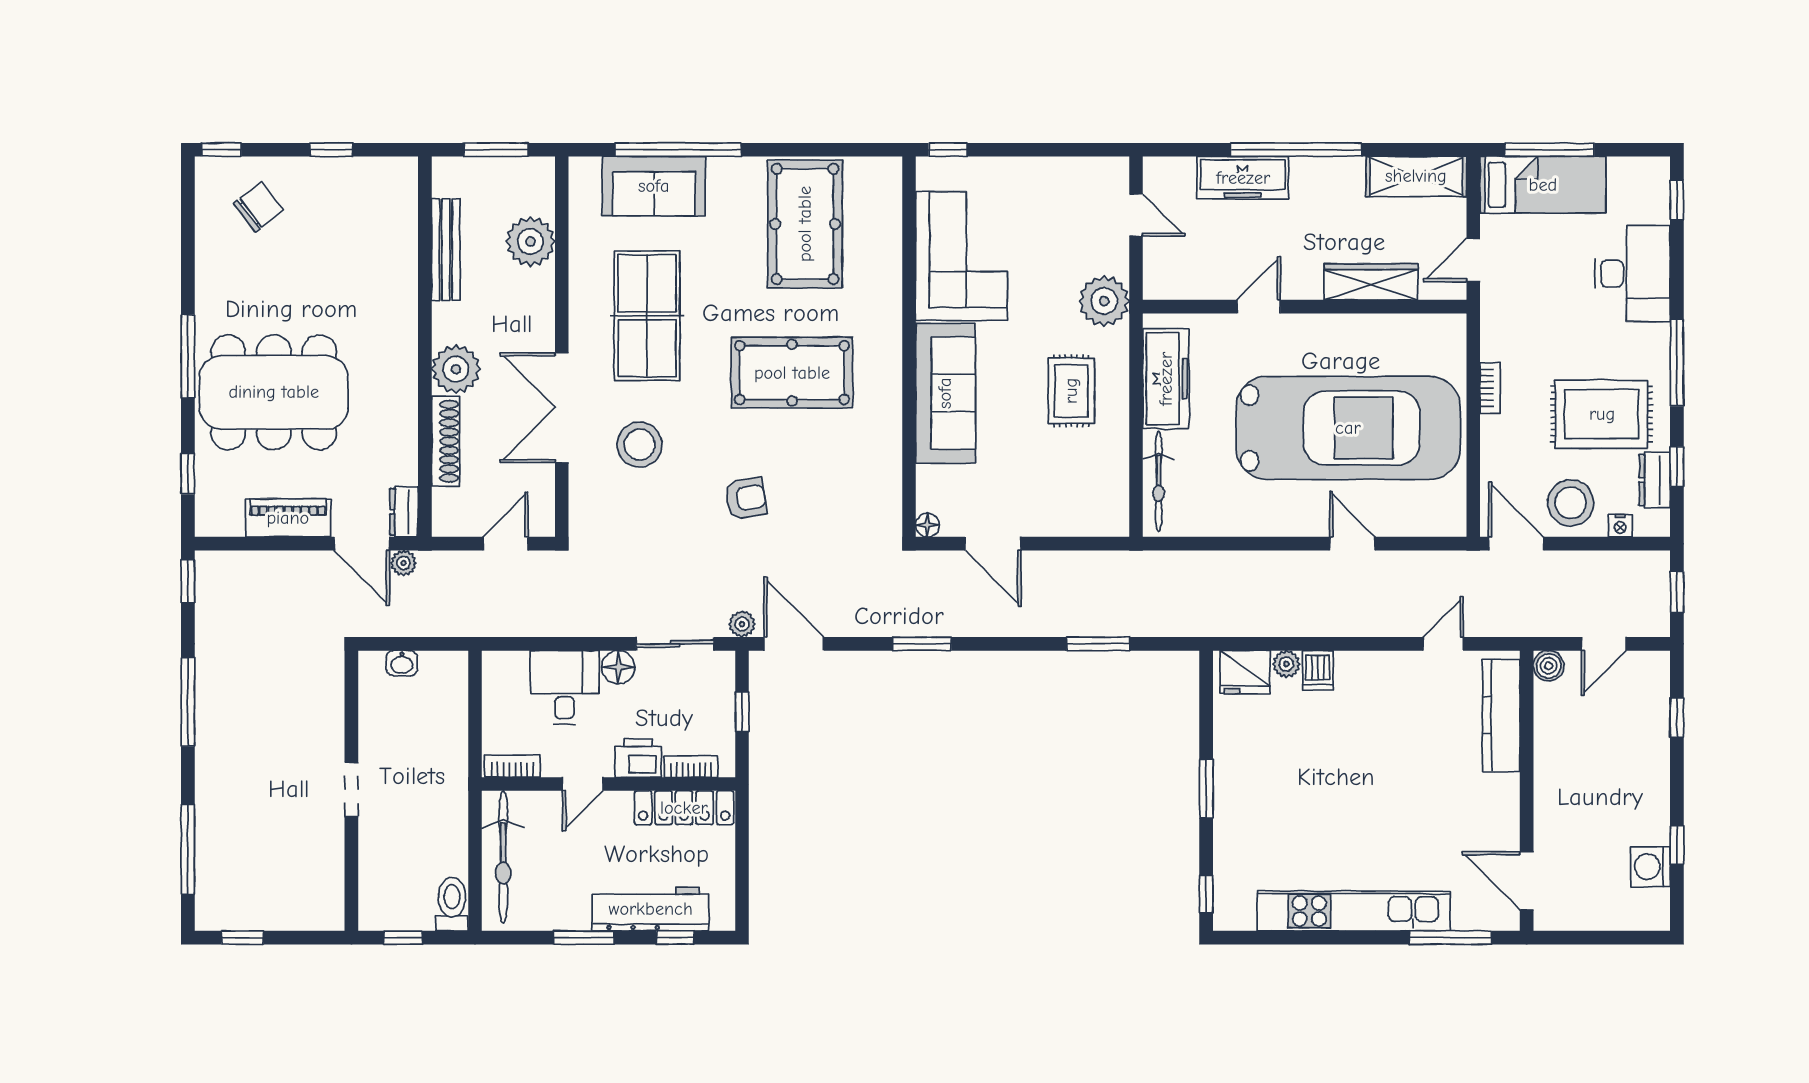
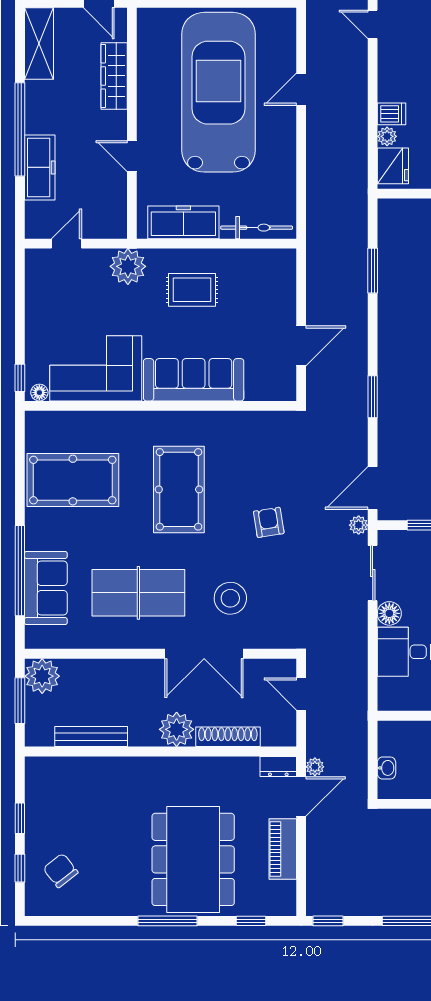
window: (221, 150) -> (20, 868), moved
plant: (530, 241) -> (42, 676), moved
floor lamp: (928, 525) -> (39, 393), moved

